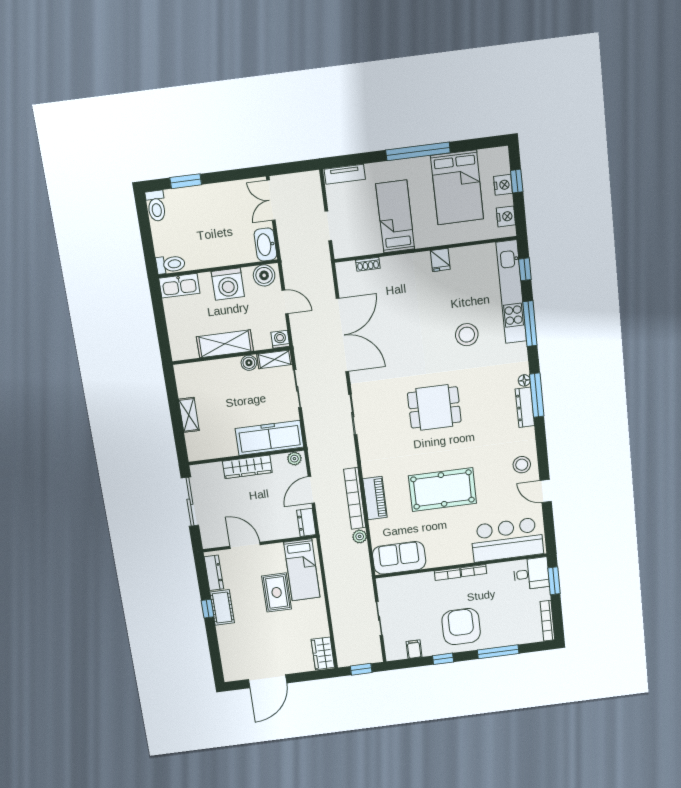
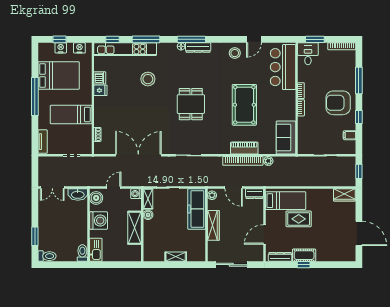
dishwasher: (461, 256) -> (100, 78), added

